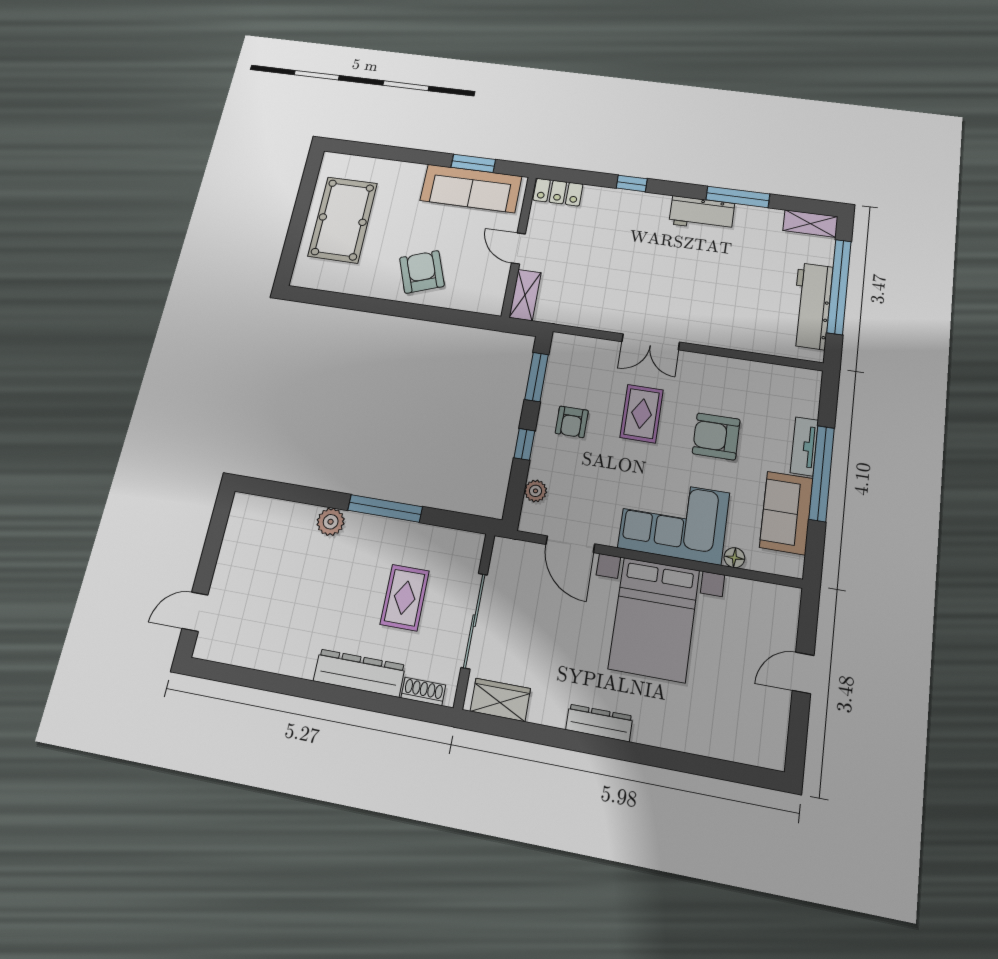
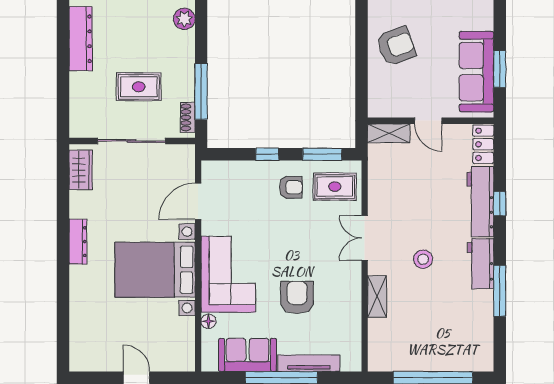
shelving: (810, 224) -> (377, 296), moved
door: (518, 249) -> (428, 121), swing flipped
stool: (687, 277) -> (423, 259), added
workbench: (812, 306) -> (480, 202), moved, turned -90
rug: (642, 414) -> (335, 187), moved
armchair: (572, 422) -> (291, 187), turned 180
tv unit: (804, 446) -> (309, 363), width x1.41
plant: (536, 491) -> (233, 169), removed
window: (385, 508) -> (201, 91), moved
dresser: (359, 673) -> (81, 39), moved
shoe rack: (423, 691) -> (188, 117), moved, turned 180

